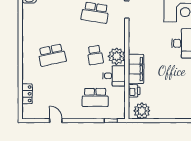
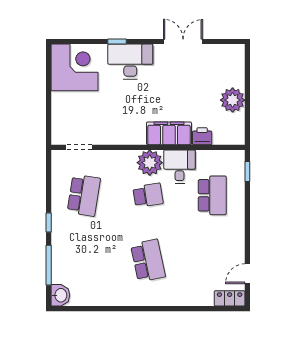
locker: (27, 94) -> (230, 298), moved
plant: (142, 111) -> (233, 100), moved
door: (56, 121) -> (247, 274), moved

